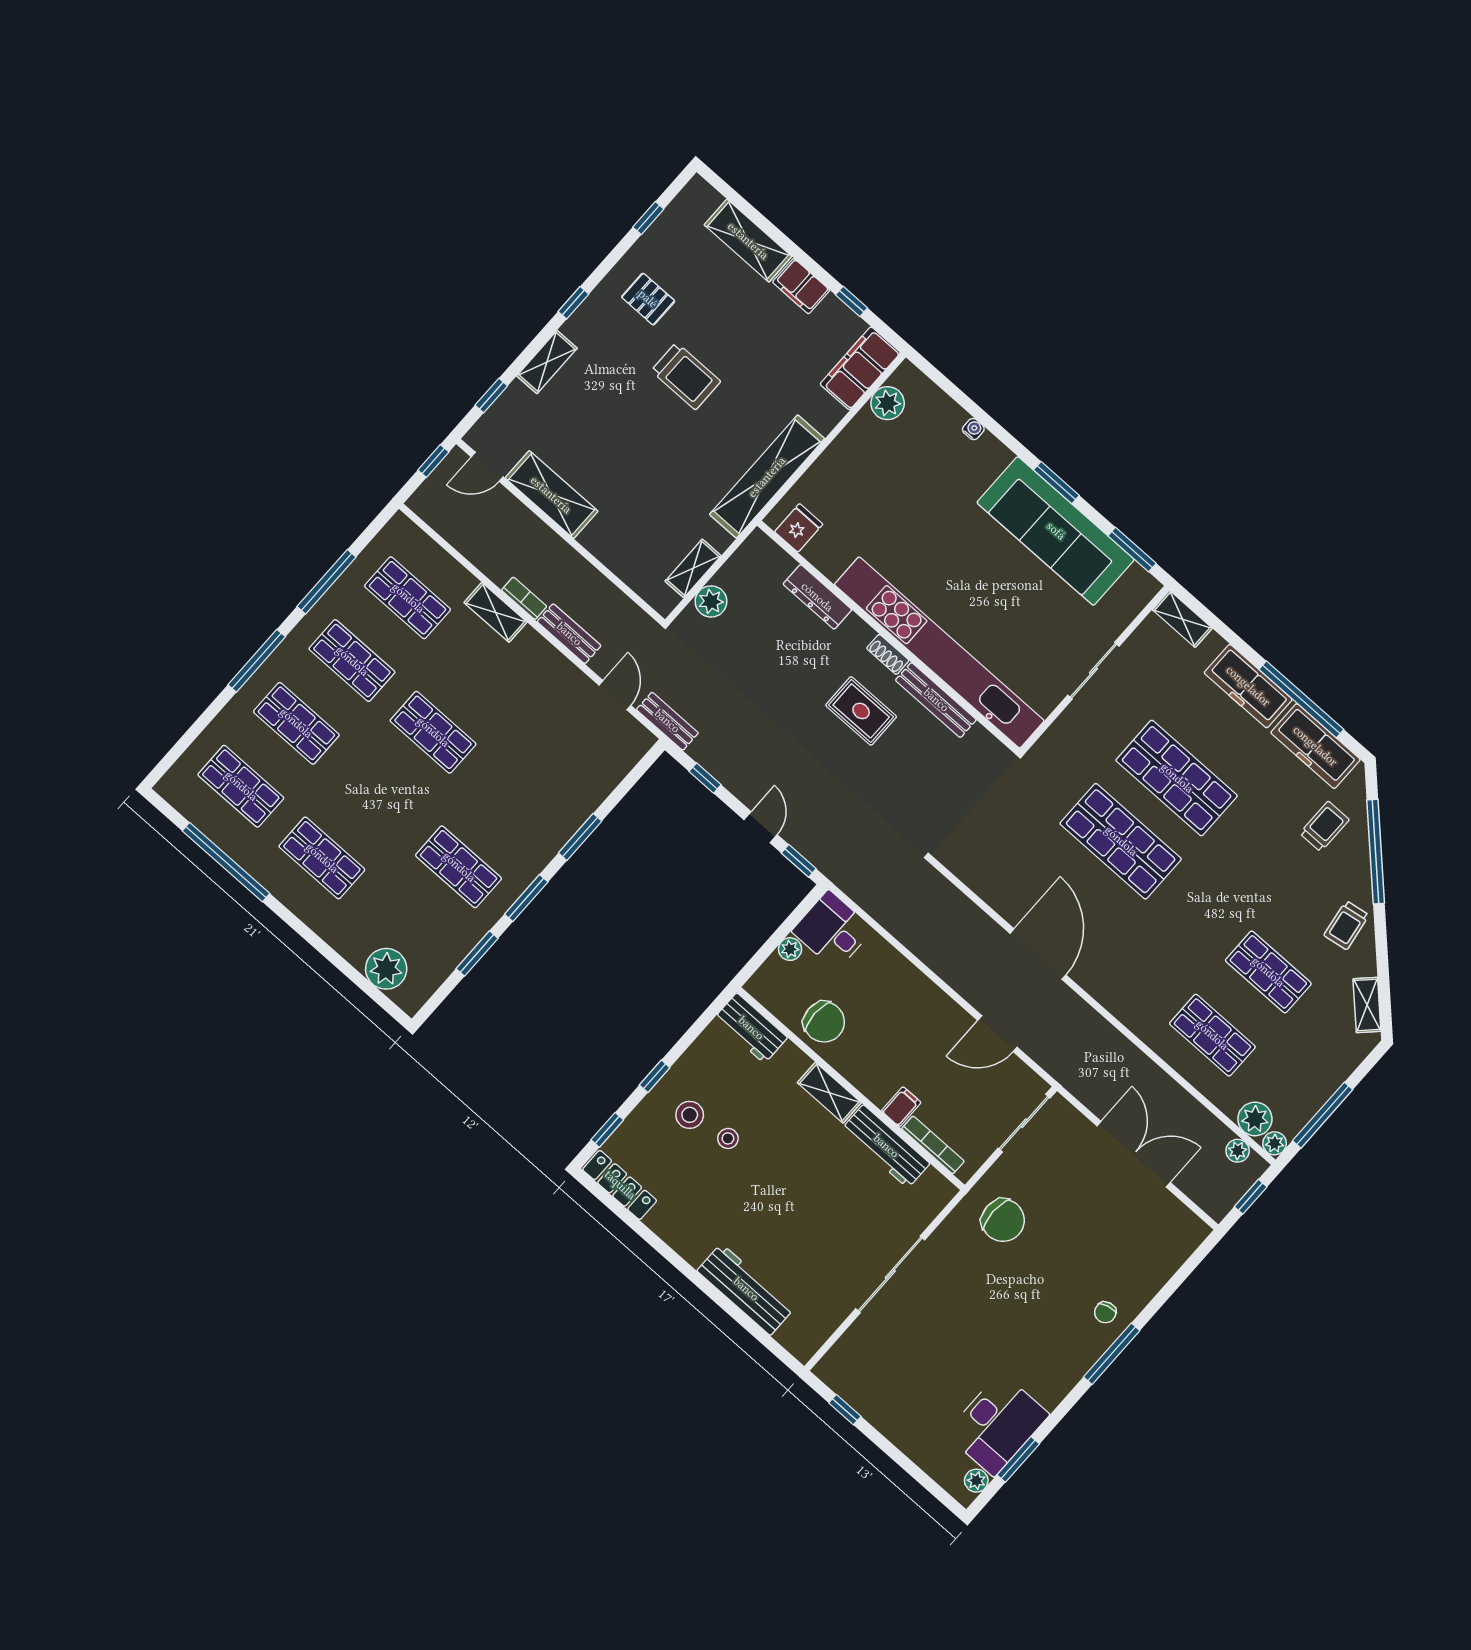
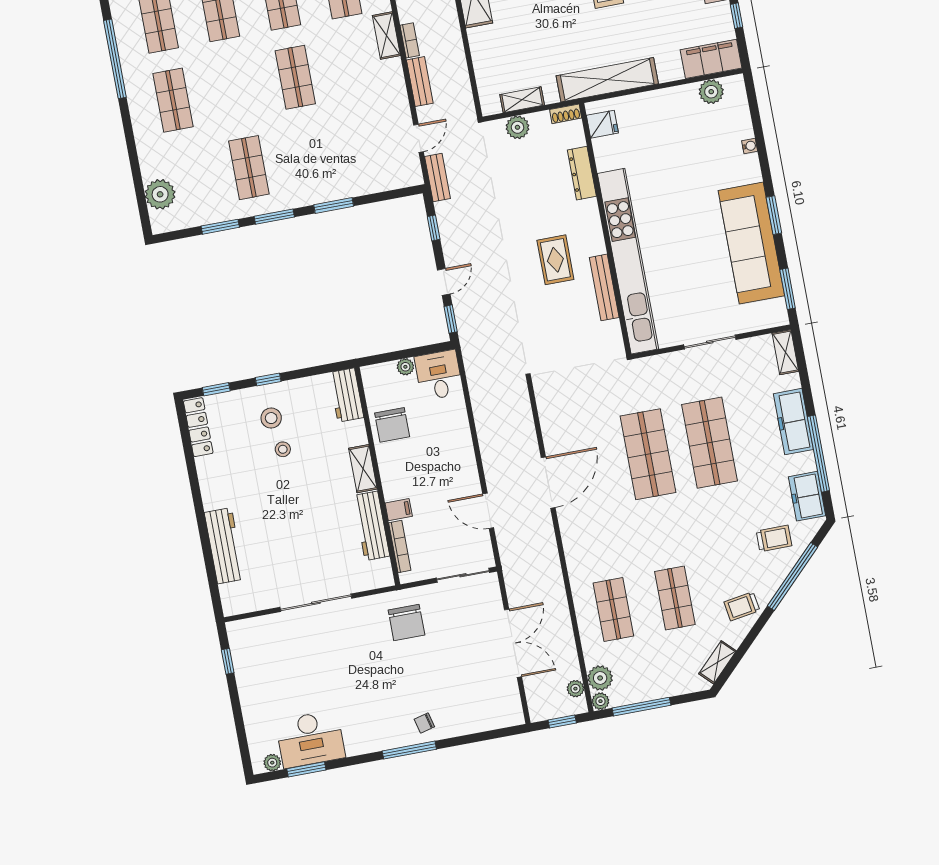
shoe rack: (888, 654) -> (566, 114), moved, turned -90
freezer: (1315, 746) -> (807, 496), width x0.71

